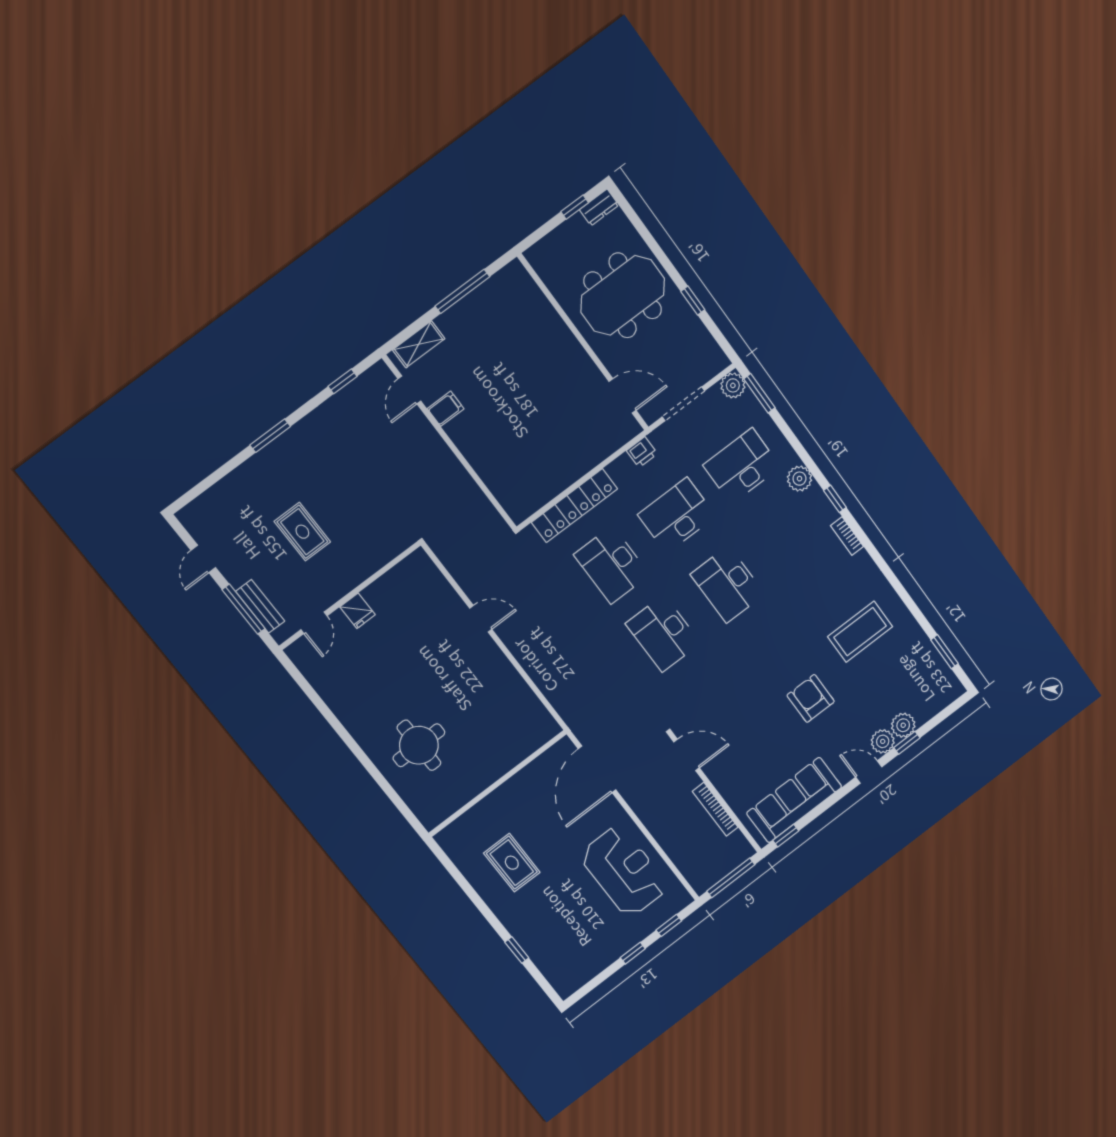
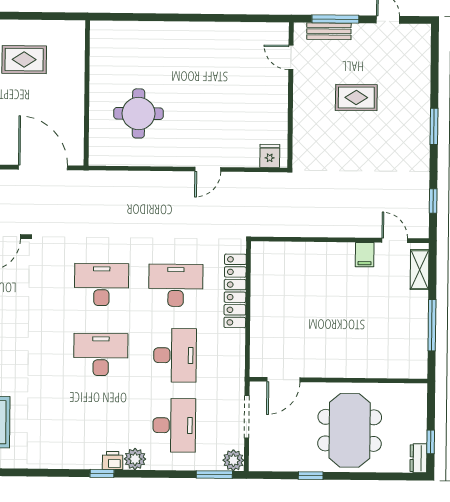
printer: (642, 452) -> (113, 461), moved, turned 90
bookcase: (847, 536) -> (70, 463), removed
fridge: (358, 611) -> (270, 156), moved, turned 90
round table: (419, 745) -> (139, 113), moved

